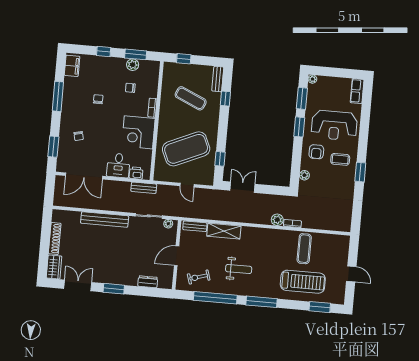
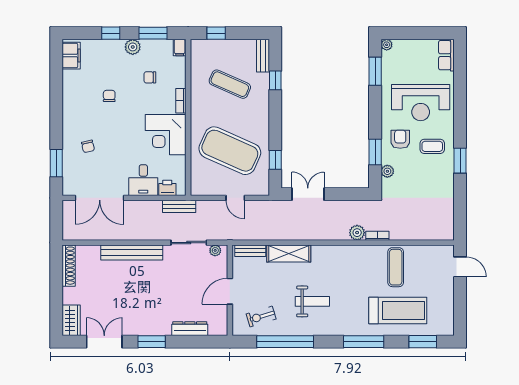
plant: (133, 65) -> (133, 47), moved
filing cabinet: (155, 67) -> (180, 48), added
window: (58, 96) -> (56, 97), removed
window: (299, 127) -> (375, 152), moved
exercise mat: (186, 149) -> (230, 151), turned 48
armchair: (316, 152) -> (400, 139), turned 180
shoe rack: (55, 239) -> (69, 266), moved
door: (351, 274) -> (460, 267), moved
dresser: (148, 282) -> (190, 329), width x1.44
window: (261, 302) -> (364, 342), moved

